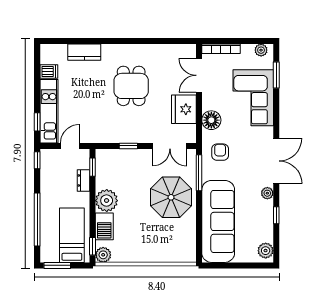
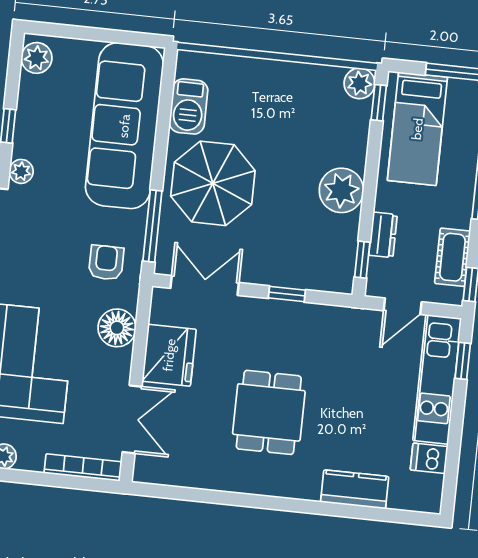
armchair: (220, 152) -> (106, 263), turned 180
cot: (48, 173) -> (453, 257), added
barbecue: (104, 226) -> (189, 106), moved, turned 180

